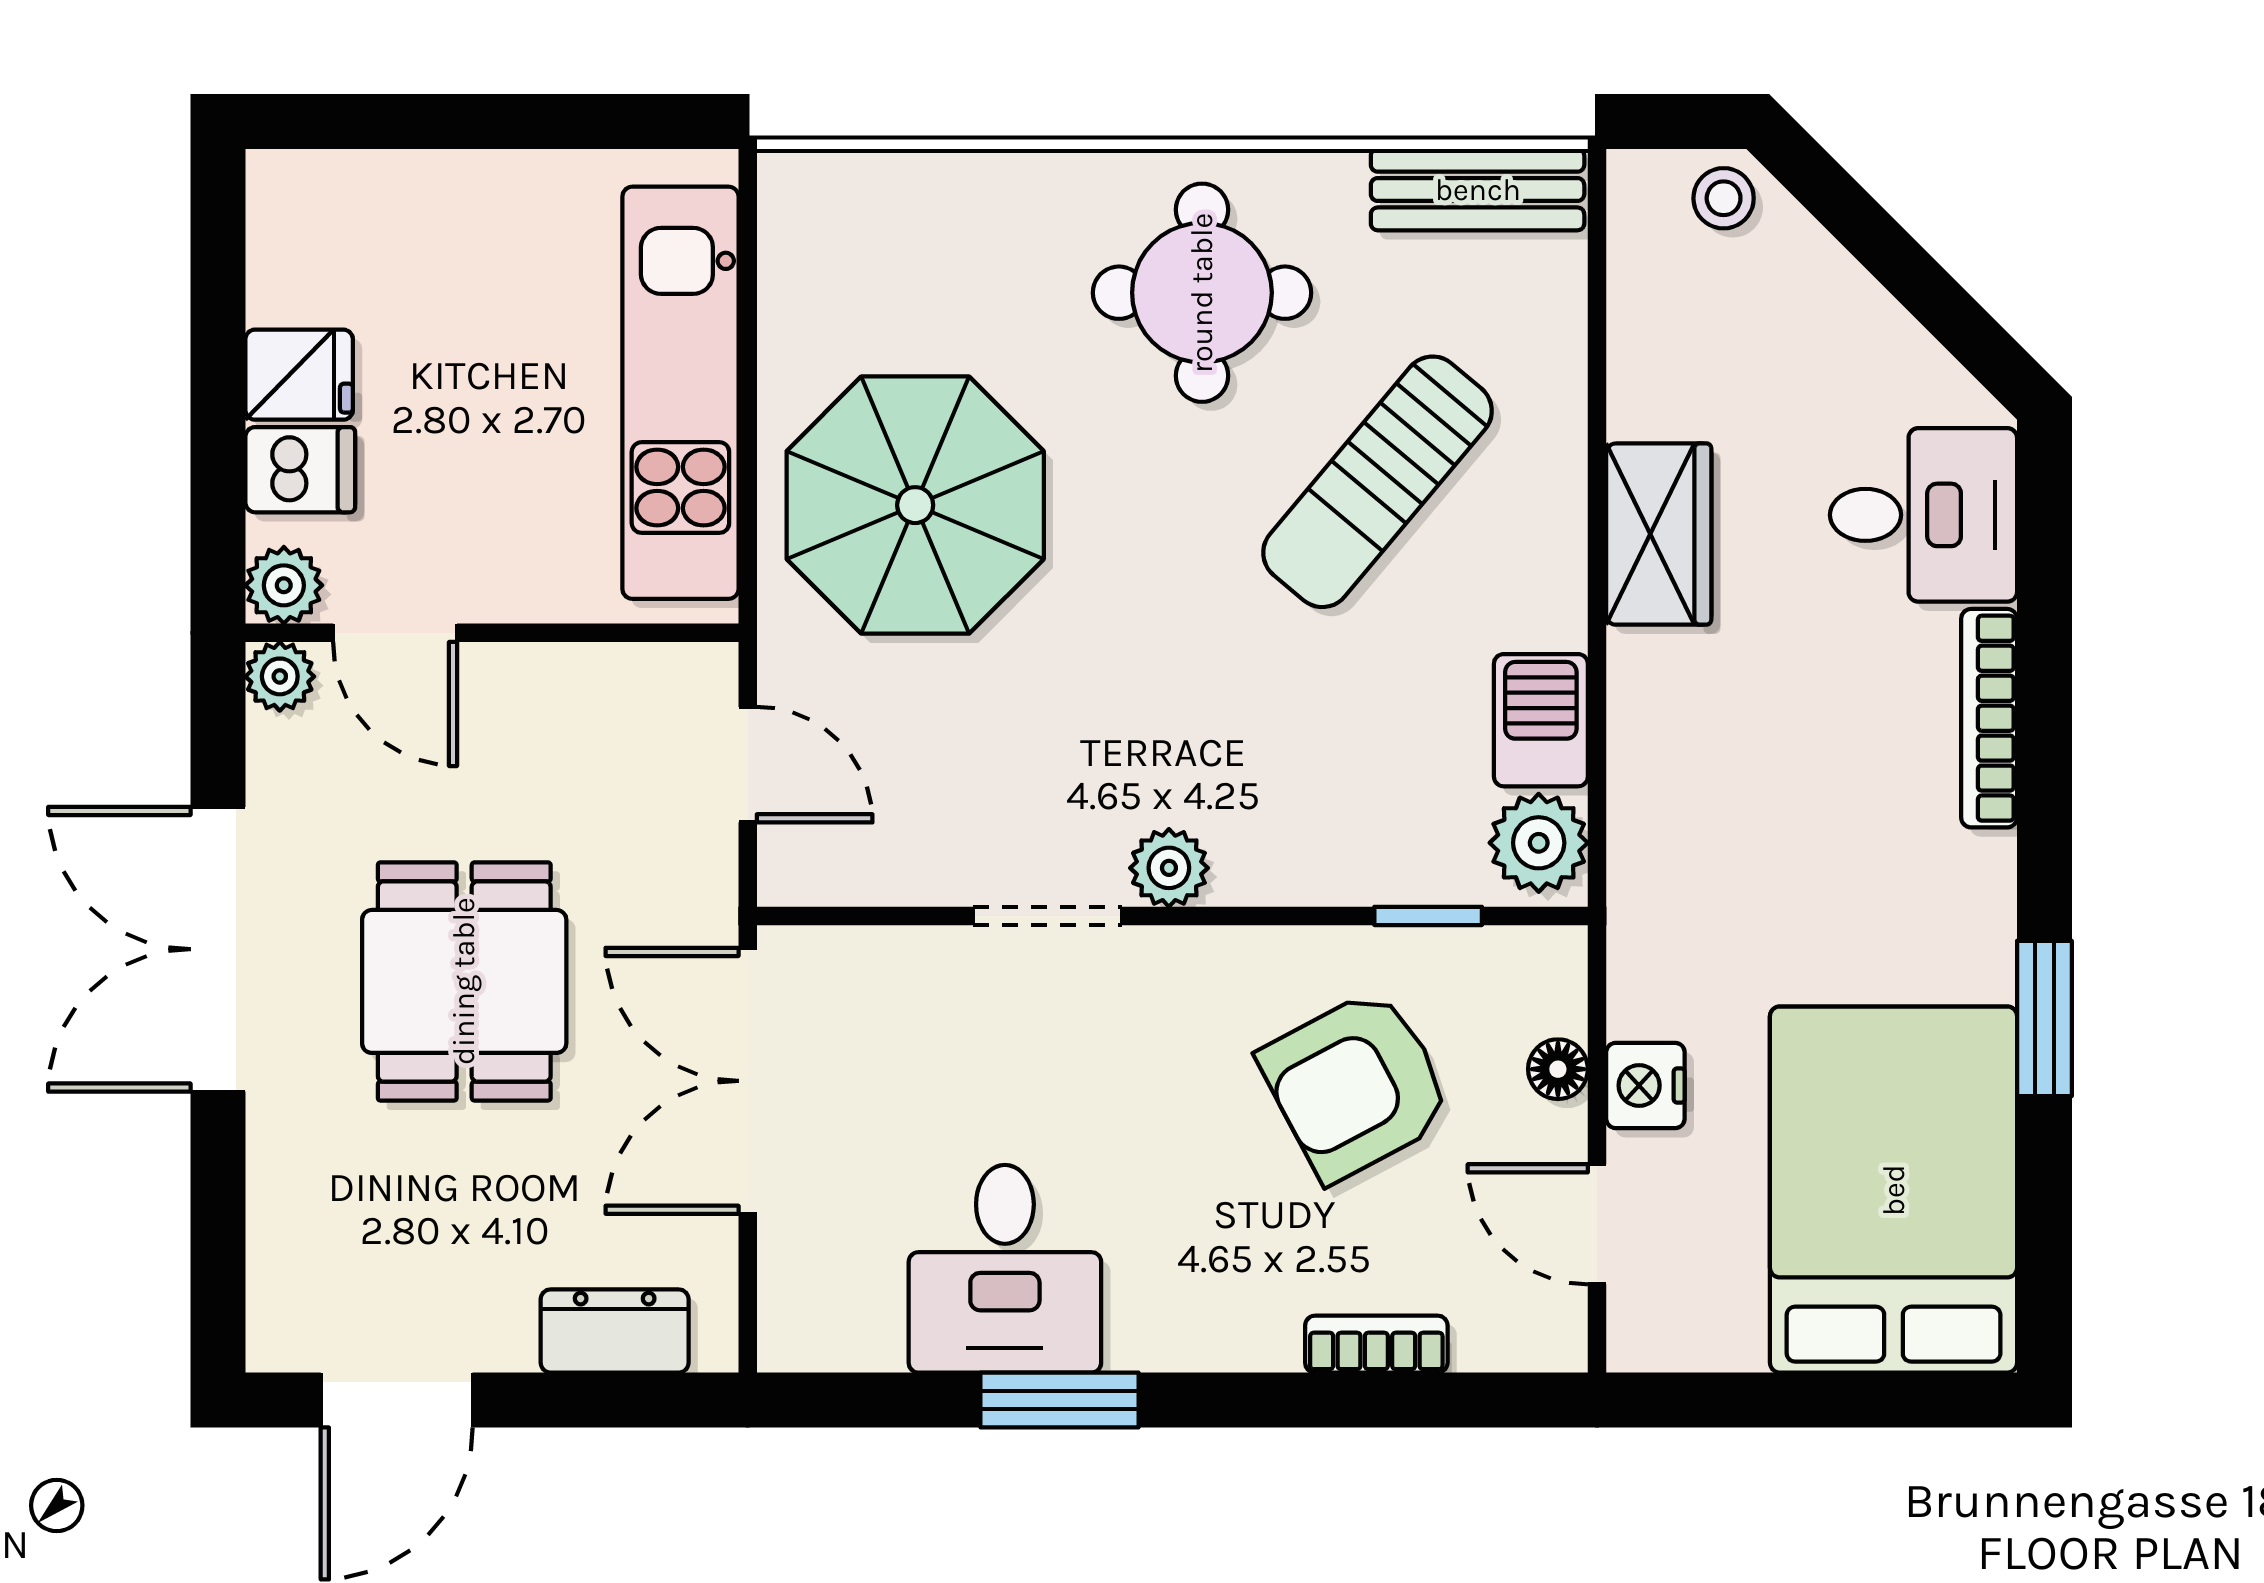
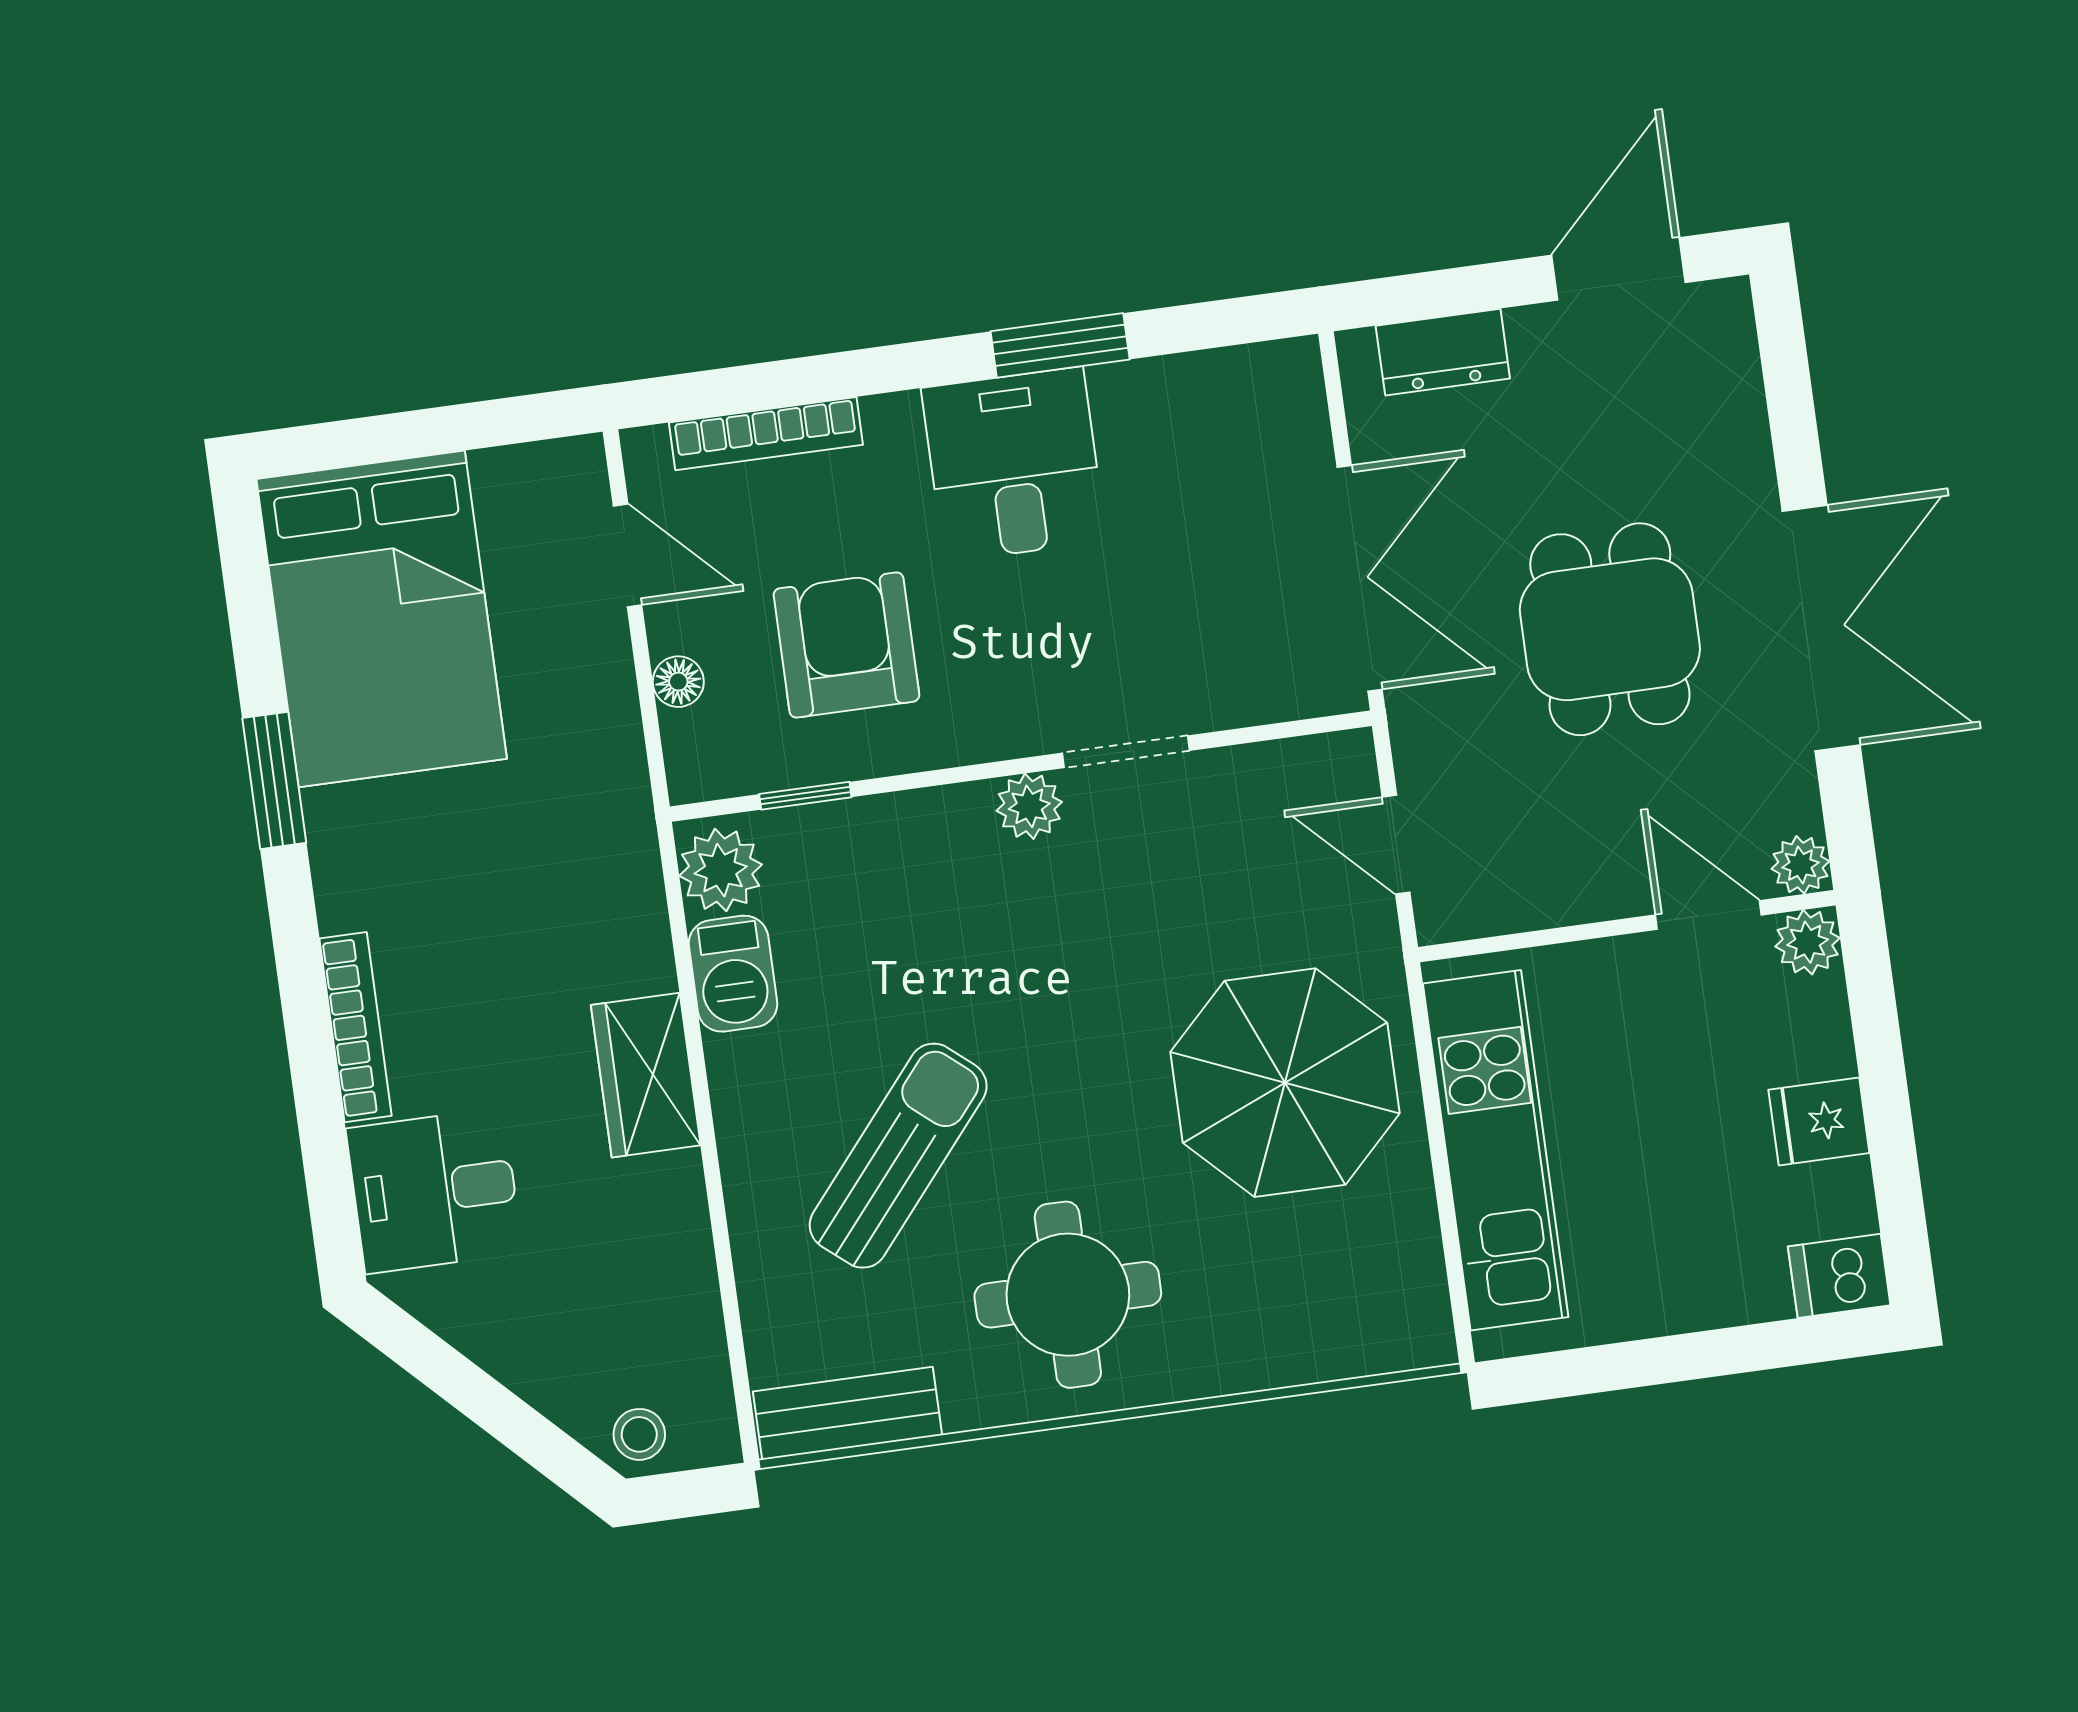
dishwasher: (300, 470) -> (1839, 1276), moved
wardrobe: (1659, 534) -> (646, 1075), moved
armchair: (1356, 1085) -> (846, 645), turned -62
nightstand: (1645, 1086) -> (603, 678), removed
desk: (1005, 1269) -> (1014, 464), moved
bookcase: (1376, 1344) -> (766, 434), width x1.56

